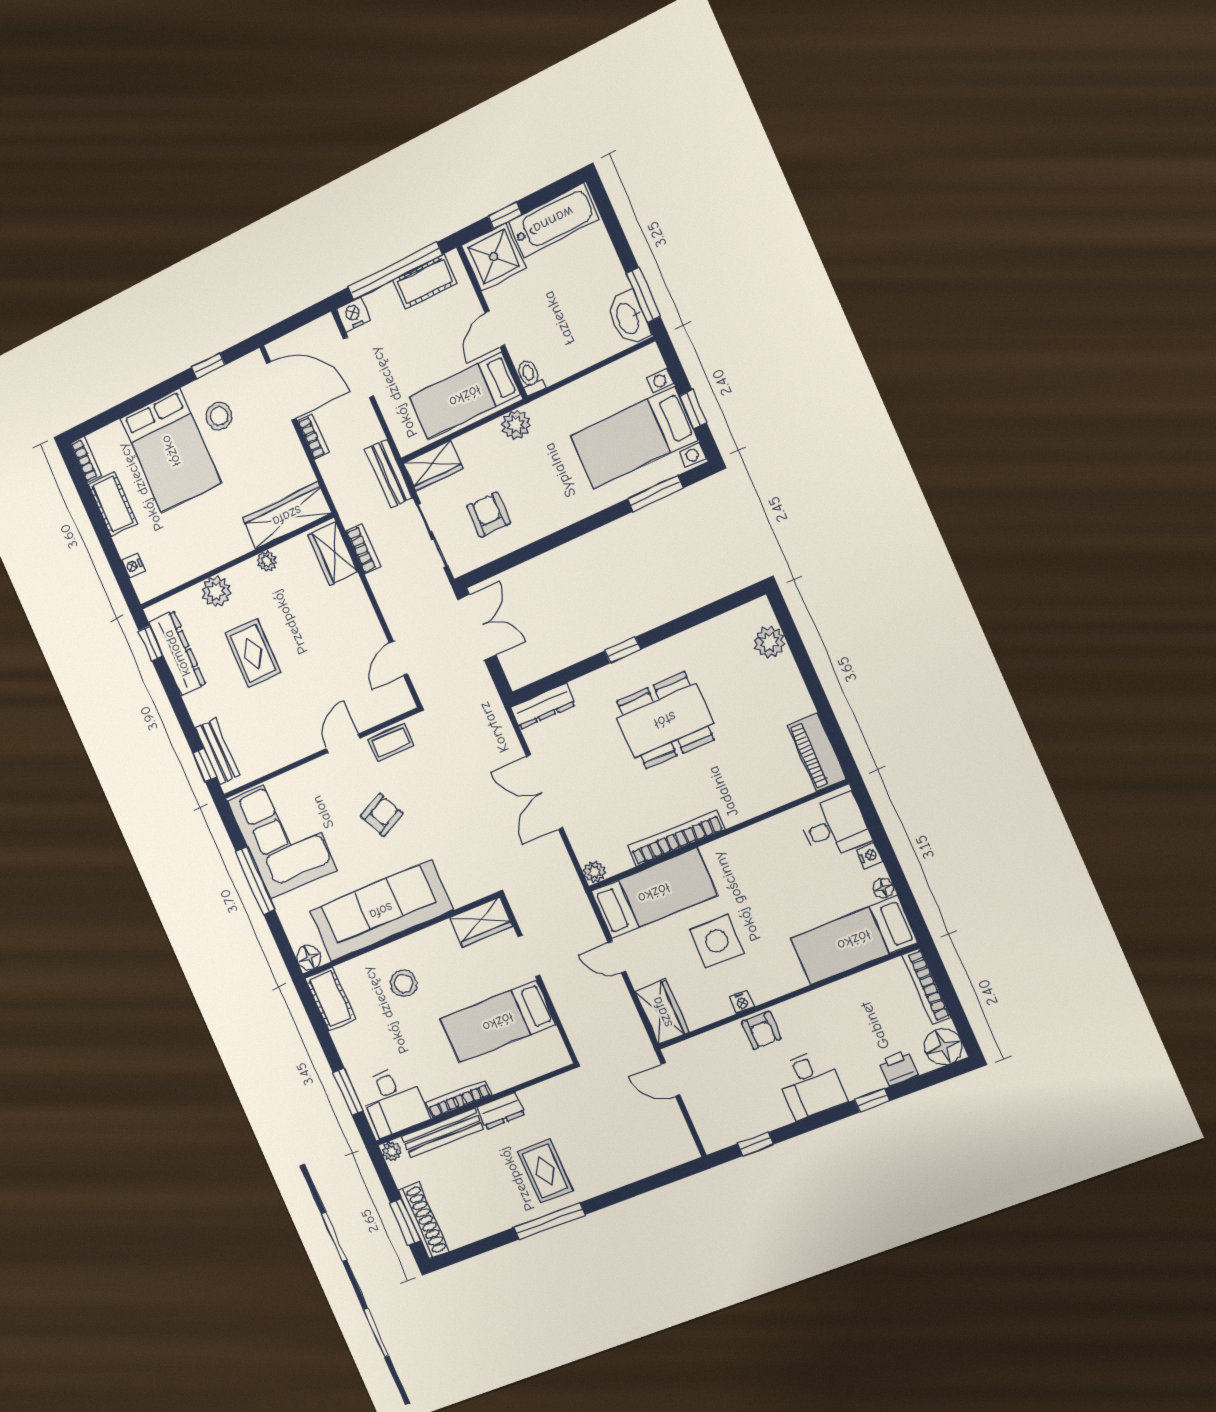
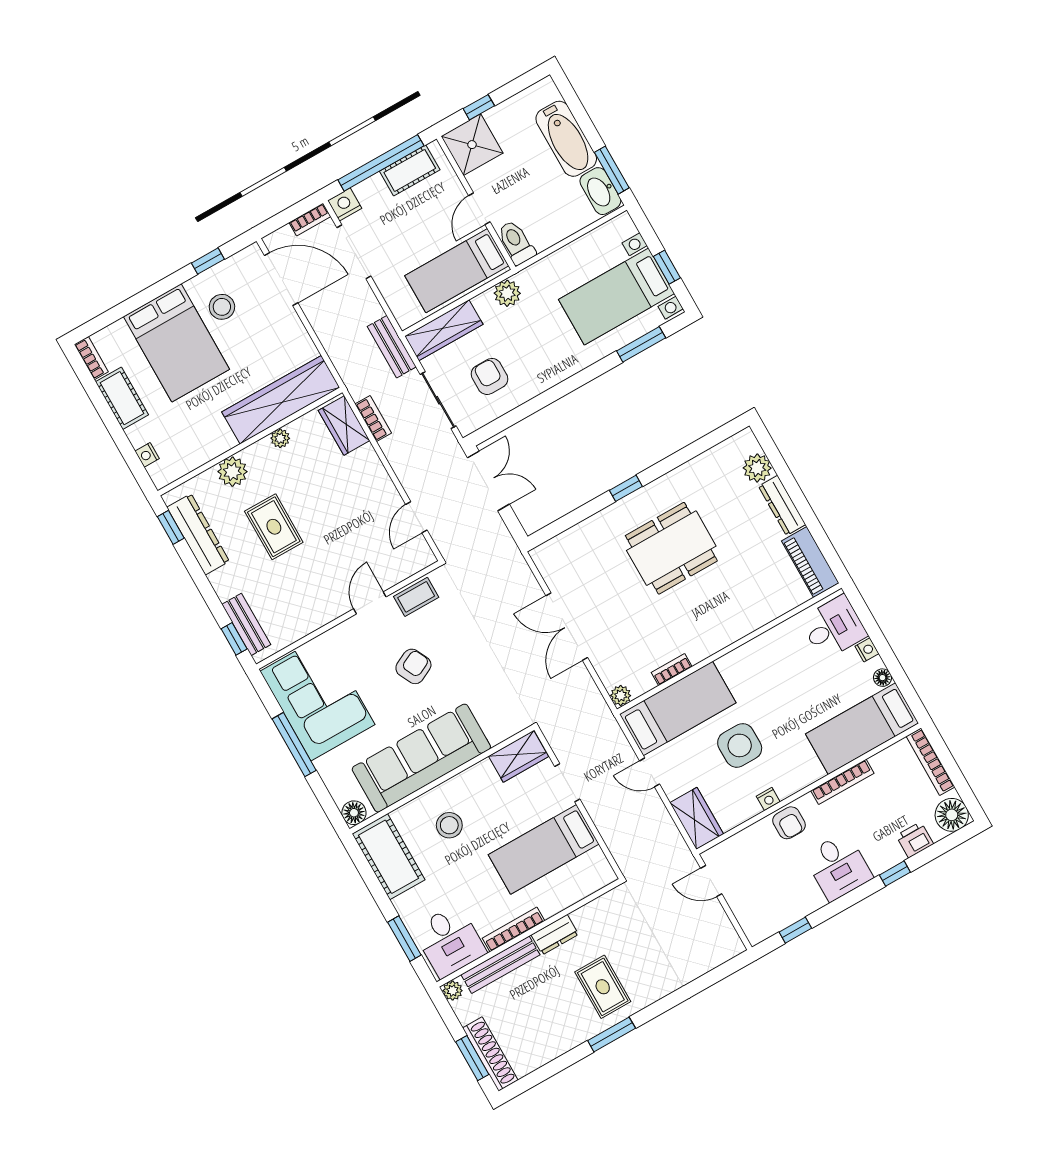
bathtub: (553, 220) -> (566, 139), moved, turned 90
toilet: (530, 377) -> (516, 243), width x1.37, depth x1.39
bookcase: (313, 437) -> (310, 220), moved, turned 90
wardrobe: (433, 466) -> (444, 330), width x1.50
wardrobe: (287, 516) -> (281, 400), width x1.40, depth x1.17
dresser: (543, 706) -> (782, 505), moved, turned 90
bookcase: (676, 838) -> (672, 670), width x0.43, depth x0.76
bookcase: (825, 995) -> (842, 782), added
cot: (330, 999) -> (389, 857), width x1.37, depth x1.34
window: (549, 1221) -> (612, 1034), width x0.69

